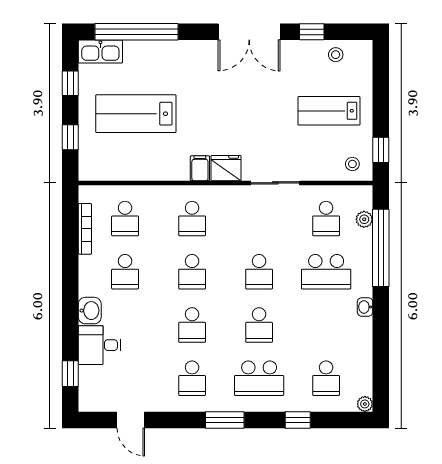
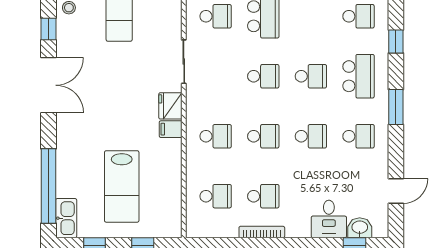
bookcase: (85, 229) -> (262, 232), moved
washbasin: (90, 311) -> (360, 228), moved

